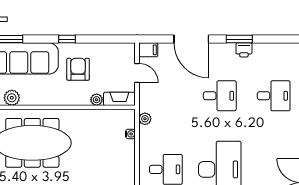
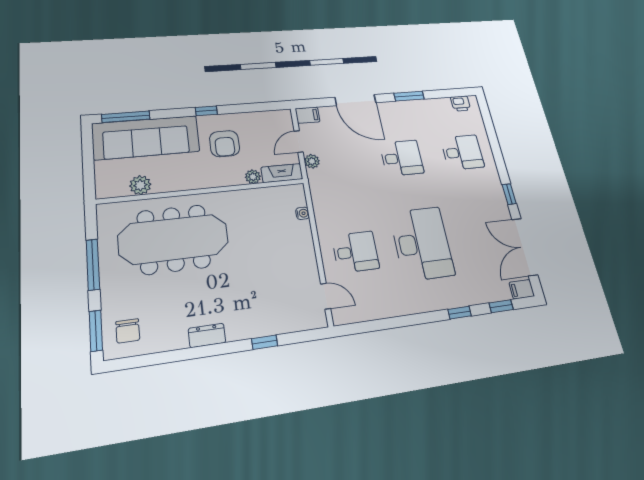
printer: (244, 50) -> (461, 103), moved
armchair: (78, 69) -> (225, 144), turned 180
door: (137, 73) -> (299, 142), swing flipped
plant: (145, 119) -> (312, 161), moved

